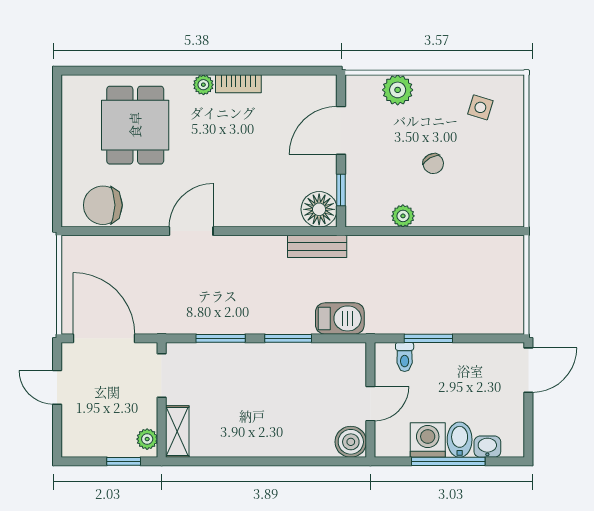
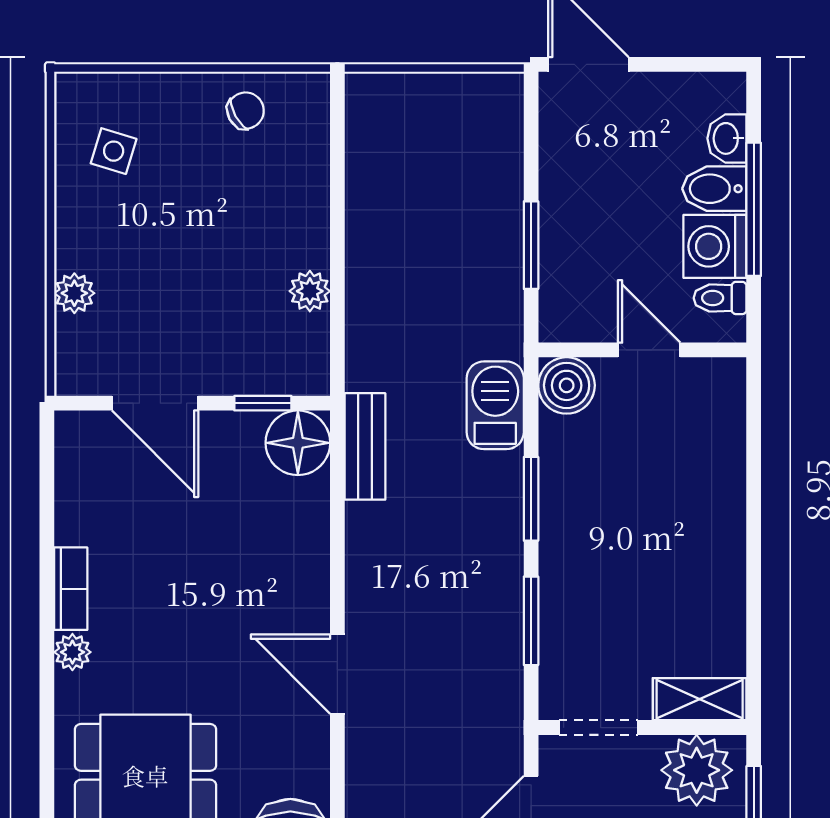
plant: (398, 90) -> (74, 293), width x0.73, depth x0.73
chair: (433, 164) -> (246, 111), moved
toilet: (405, 357) -> (720, 298), moved, turned 180
plant: (147, 439) -> (697, 770), width x1.87, depth x1.87
boiler: (351, 442) -> (567, 385), moved

